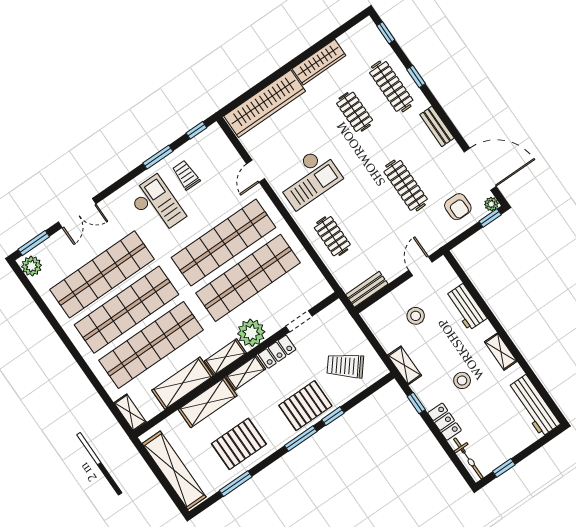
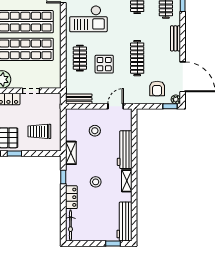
display table: (369, 222) -> (104, 64), added
workbench: (466, 307) -> (125, 150), width x1.38
trolley: (345, 366) -> (39, 131), turned -39
window: (504, 468) -> (113, 243), moved

